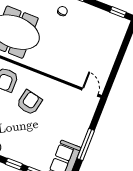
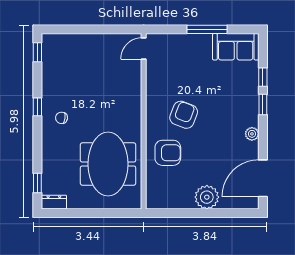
armchair: (29, 102) -> (184, 115), turned 99

